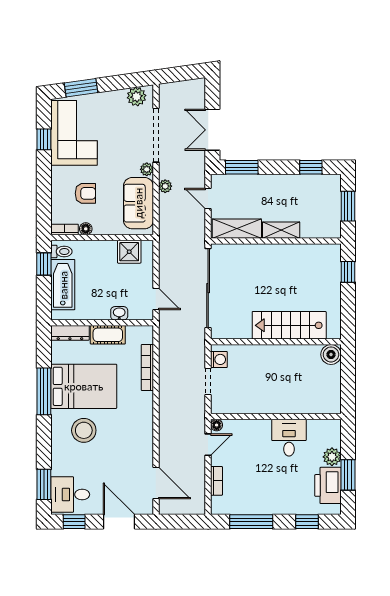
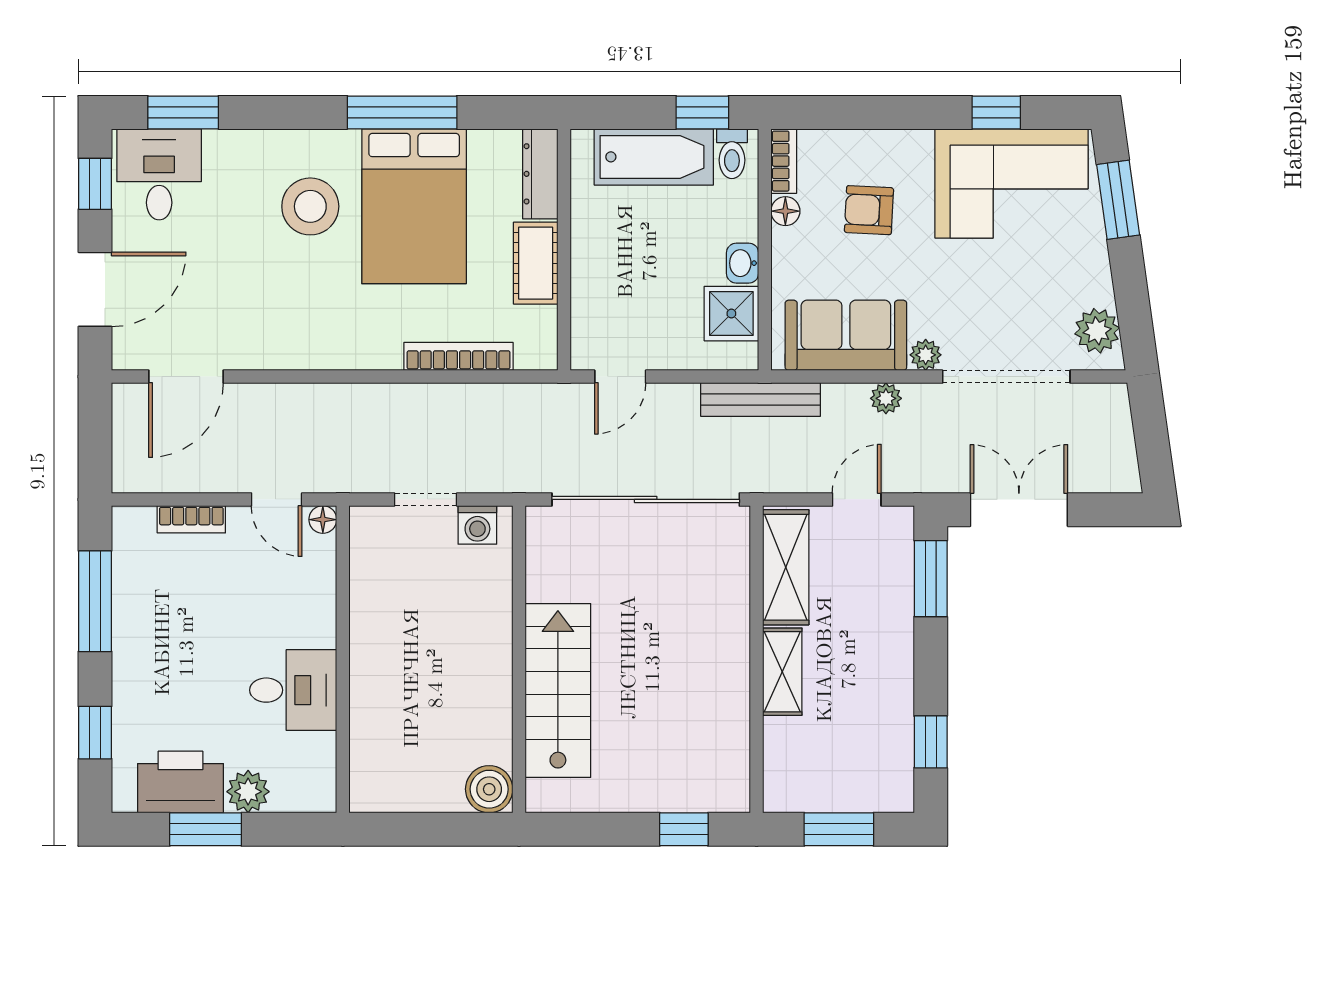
armchair: (85, 193) -> (869, 210), turned 93
bench: (166, 239) -> (761, 400), added
washbasin: (119, 313) -> (743, 263), moved, turned 180

